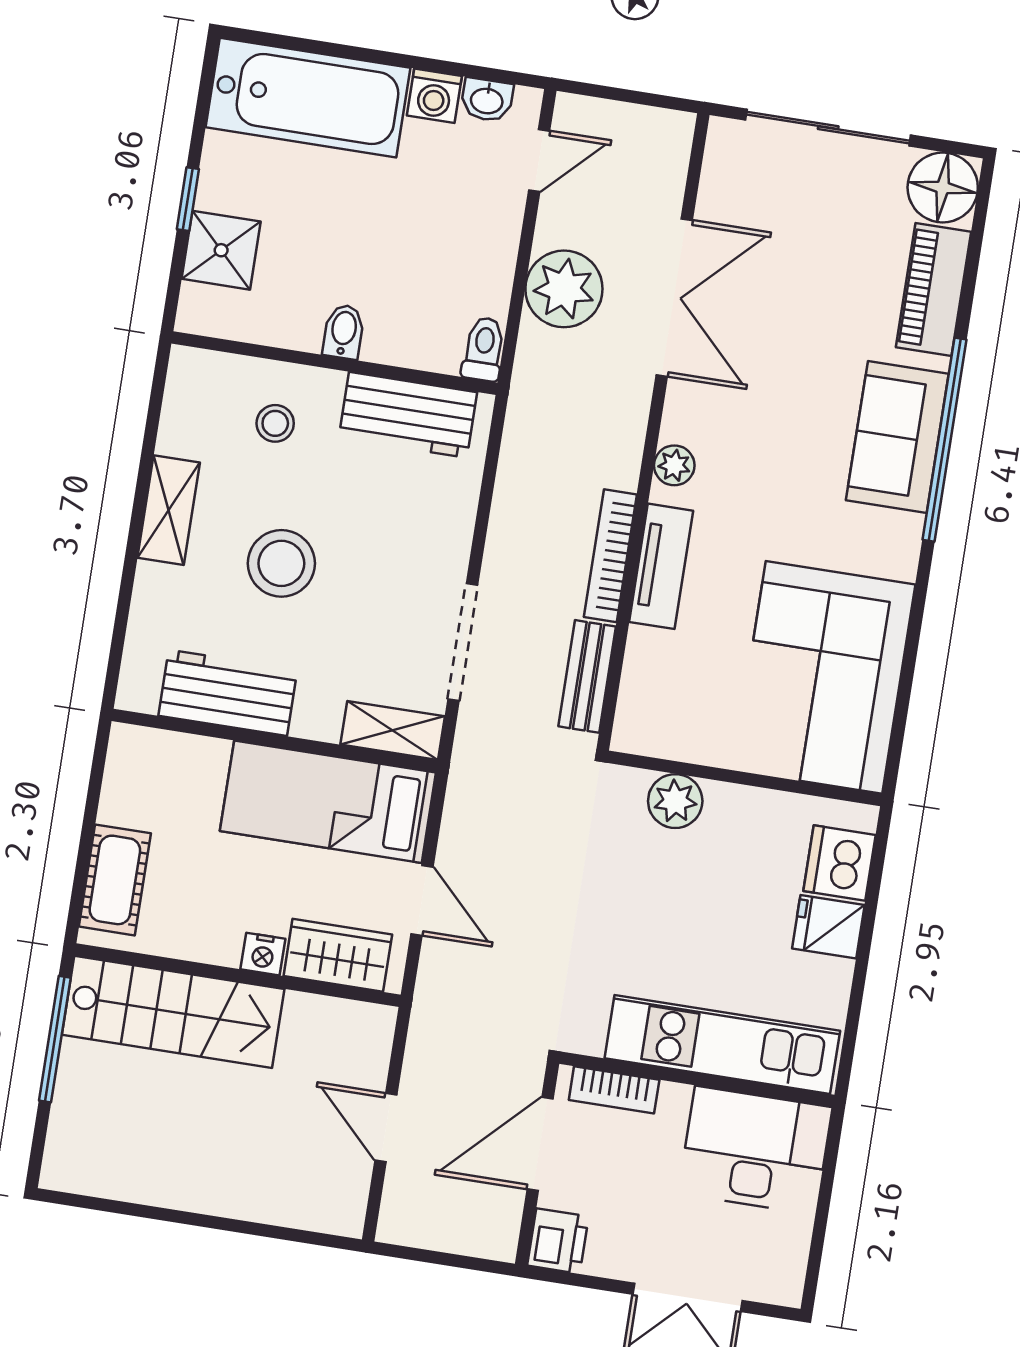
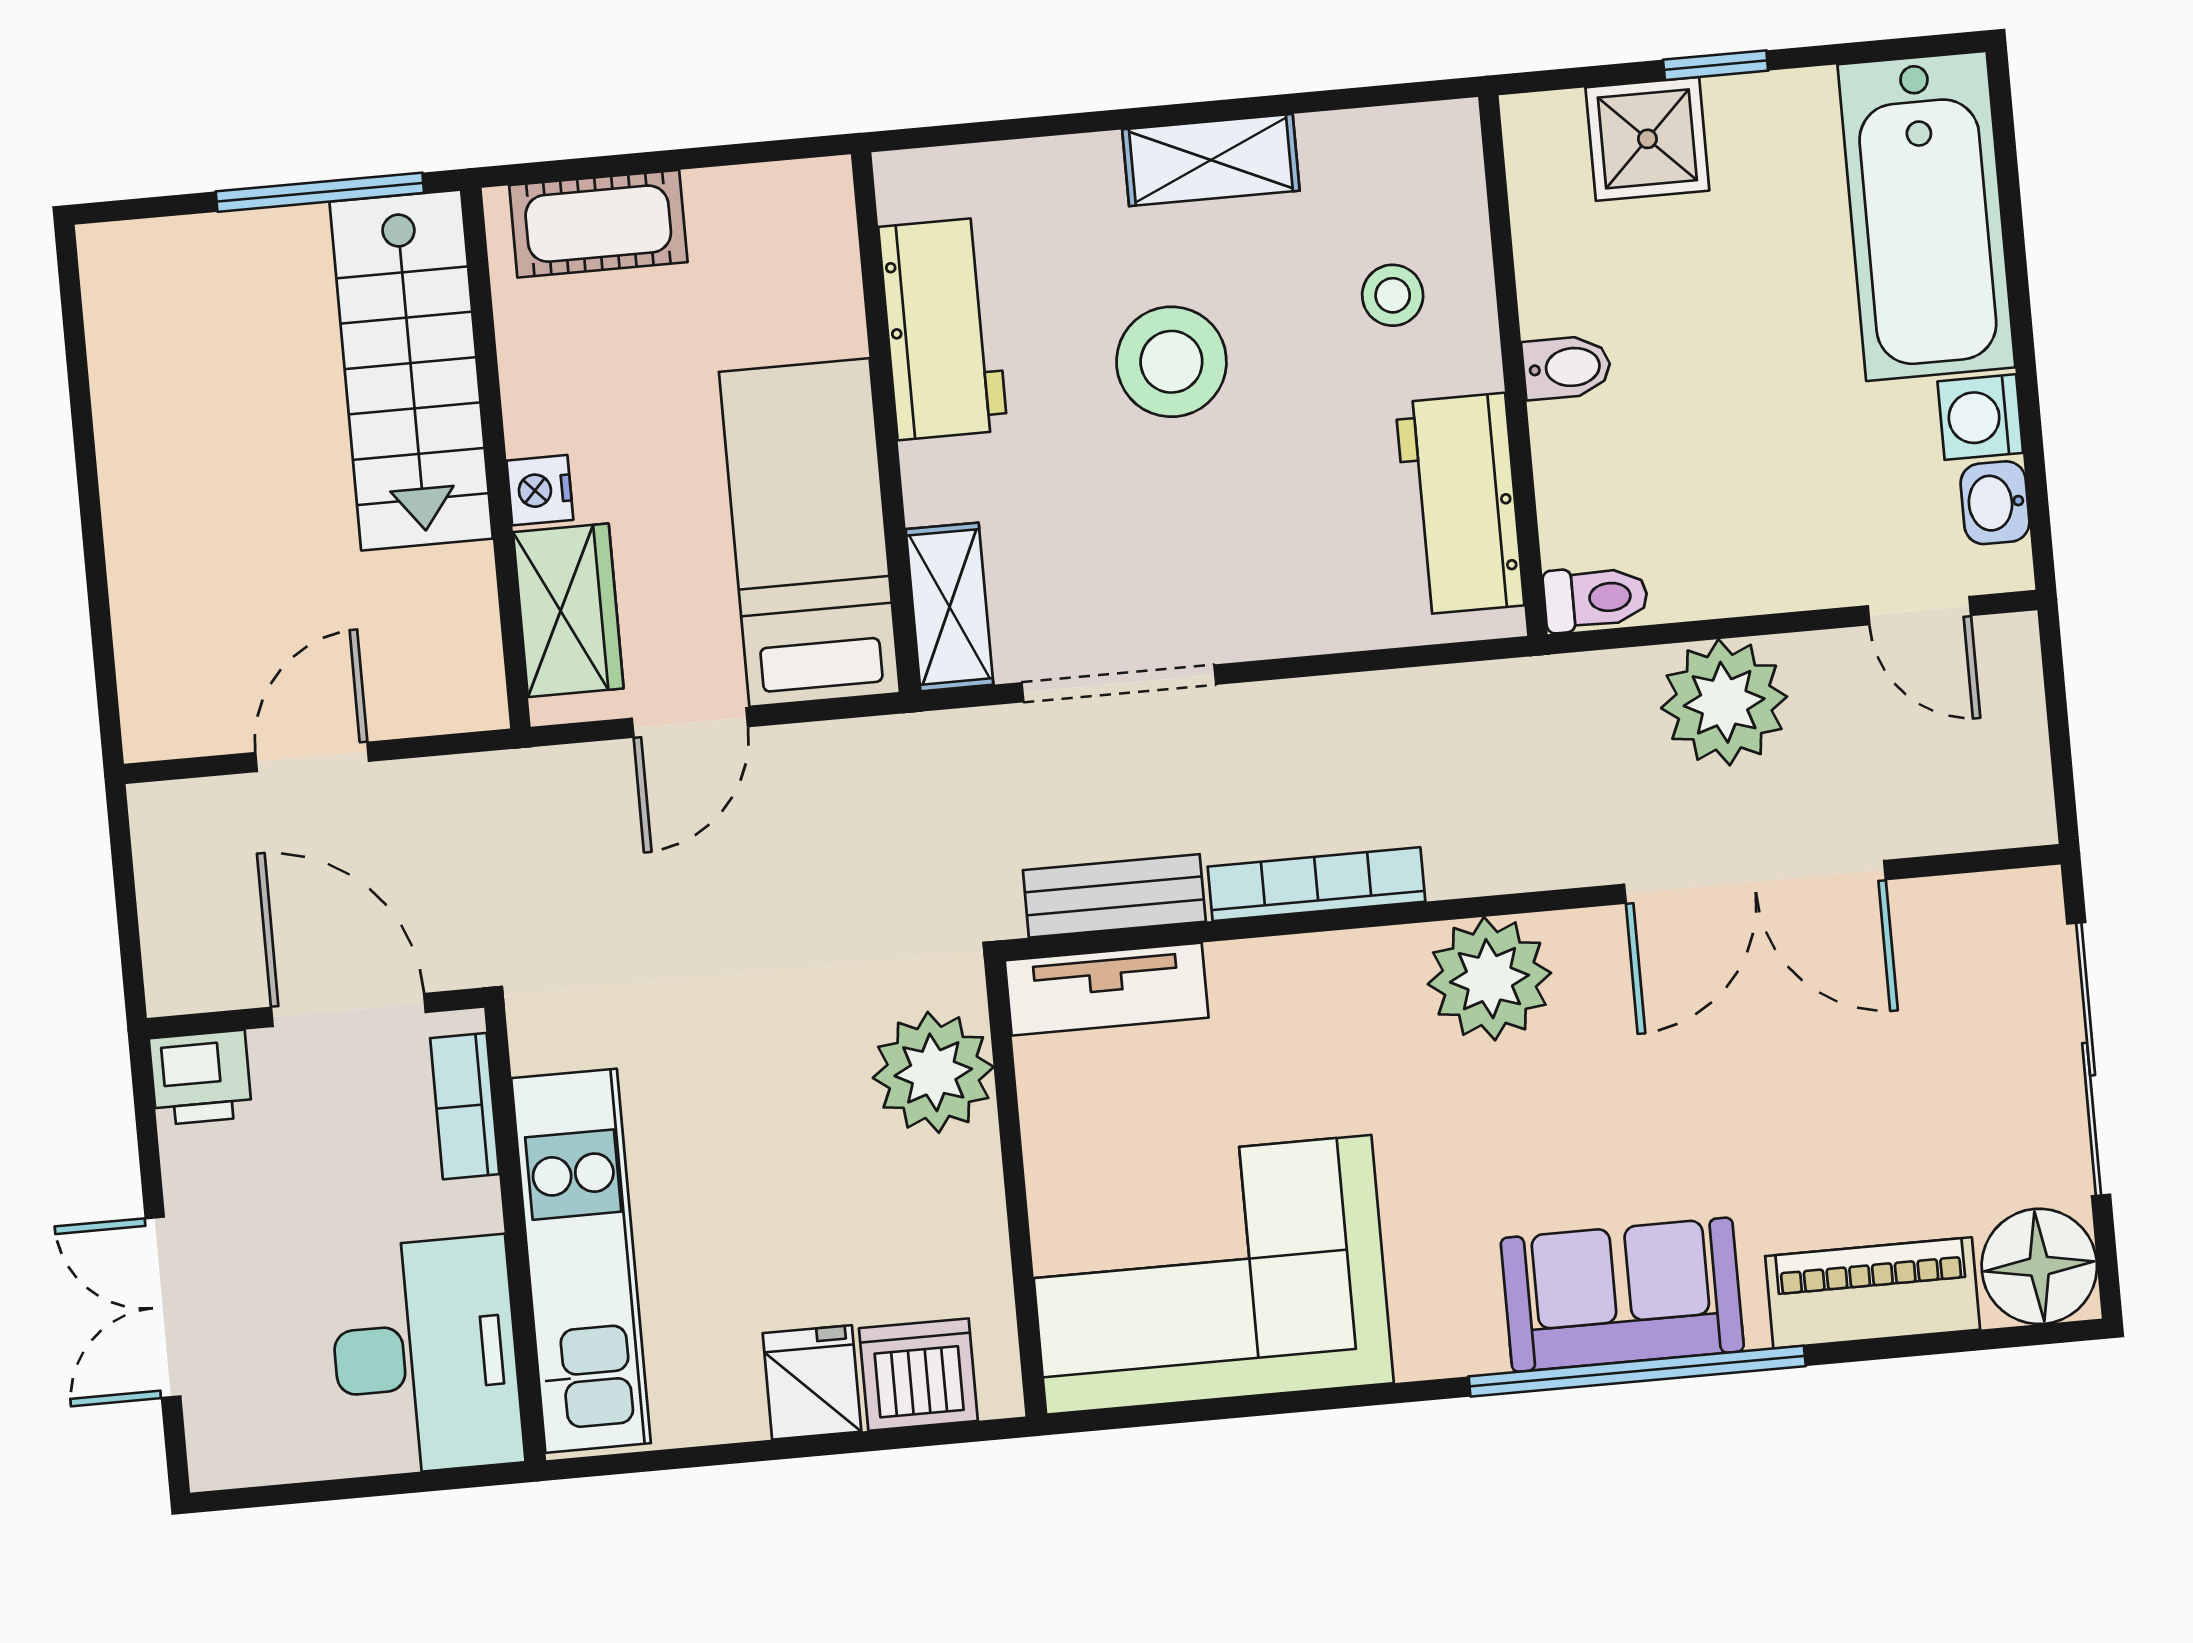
plant: (674, 465) -> (1489, 979), width x1.87, depth x1.87
tv unit: (661, 566) -> (1107, 989), moved
plant: (675, 801) -> (933, 1072), width x1.36, depth x1.36

